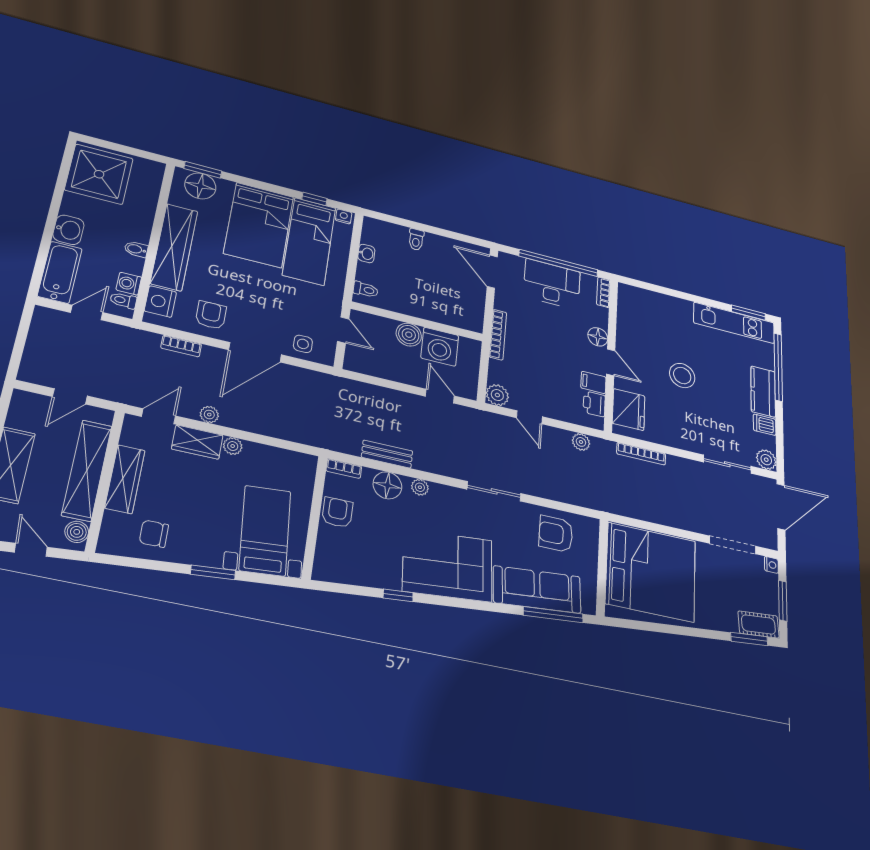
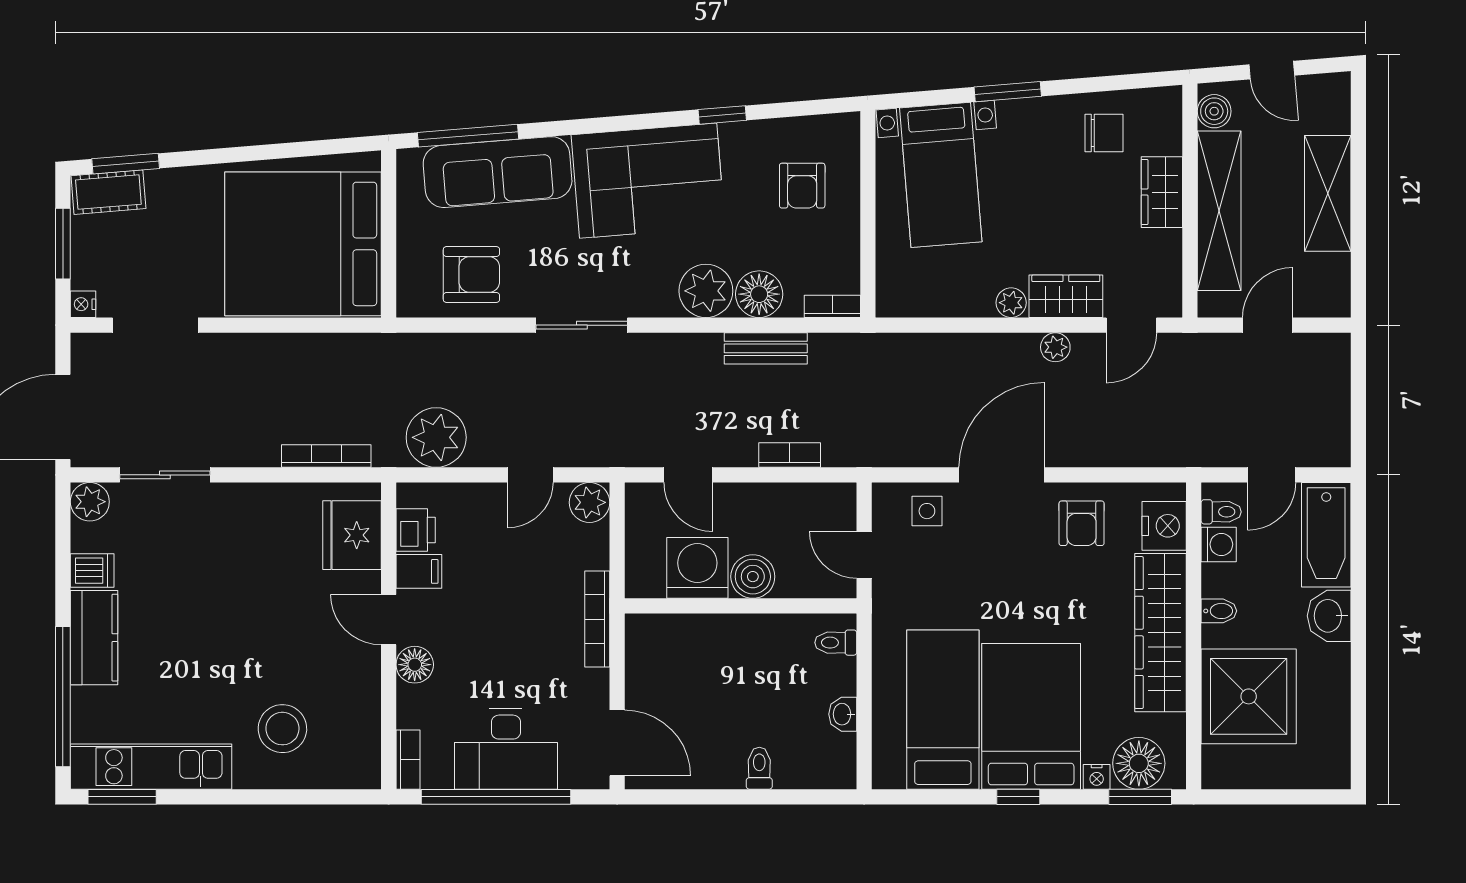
shower: (99, 174) -> (1249, 696), moved
window: (314, 199) -> (1018, 797), moved
nightstand: (344, 216) -> (1097, 777), moved
bookcase: (181, 346) -> (790, 455), moved
stool: (682, 376) -> (282, 729), moved
door: (529, 417) -> (530, 475), swing flipped
plant: (581, 442) -> (436, 437), width x1.88, depth x1.88
wardrobe: (125, 479) -> (1162, 192), width x0.67
plant: (420, 487) -> (706, 291), width x1.87, depth x1.87
armchair: (337, 512) -> (802, 186), moved

